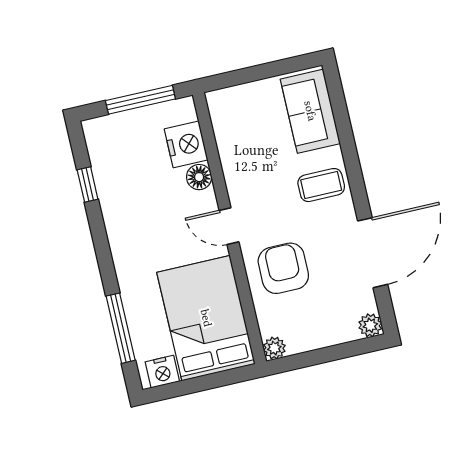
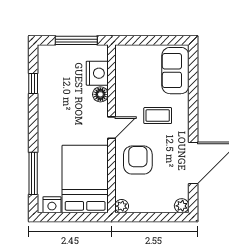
coffee table: (321, 185) -> (158, 116), moved
door: (229, 226) -> (111, 128), swing flipped

